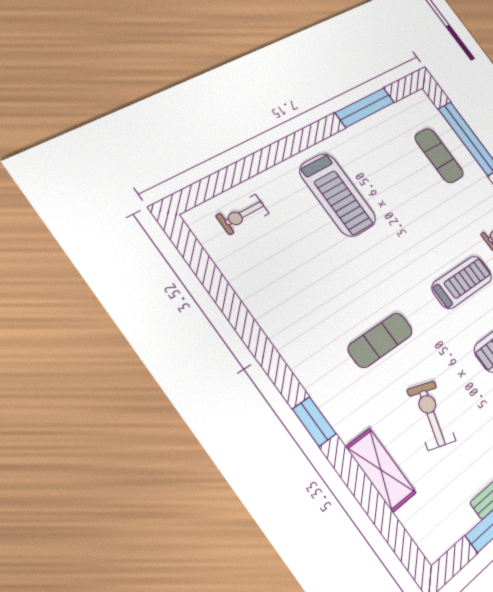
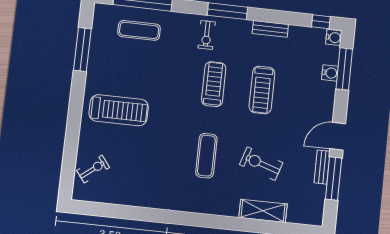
exercise bike: (243, 214) -> (93, 169), turned -128
window: (314, 422) -> (216, 222), removed

